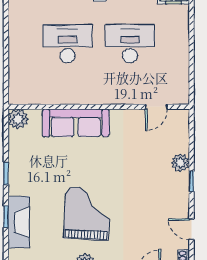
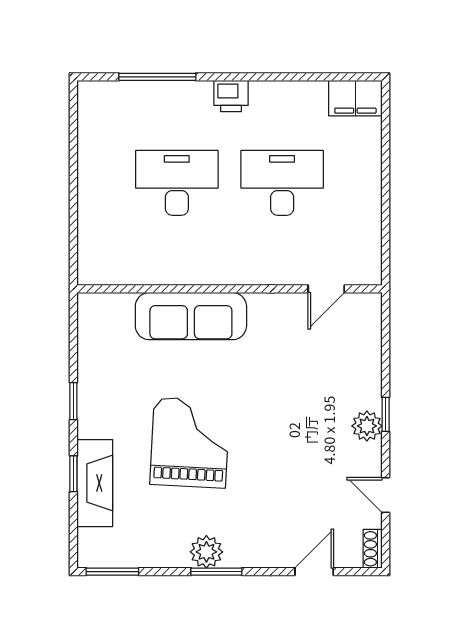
plant: (18, 119) -> (94, 309), removed
plant: (180, 163) -> (367, 426), moved
grand piano: (87, 214) -> (190, 443), moved

